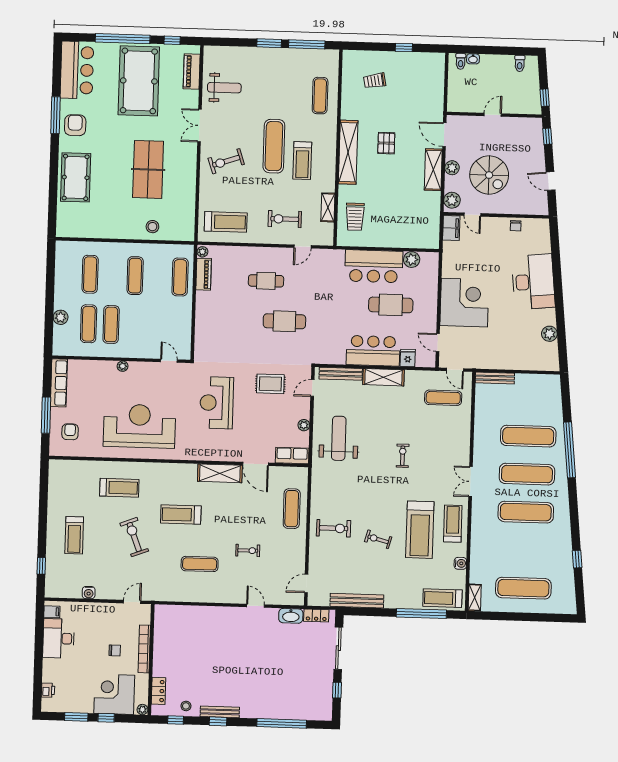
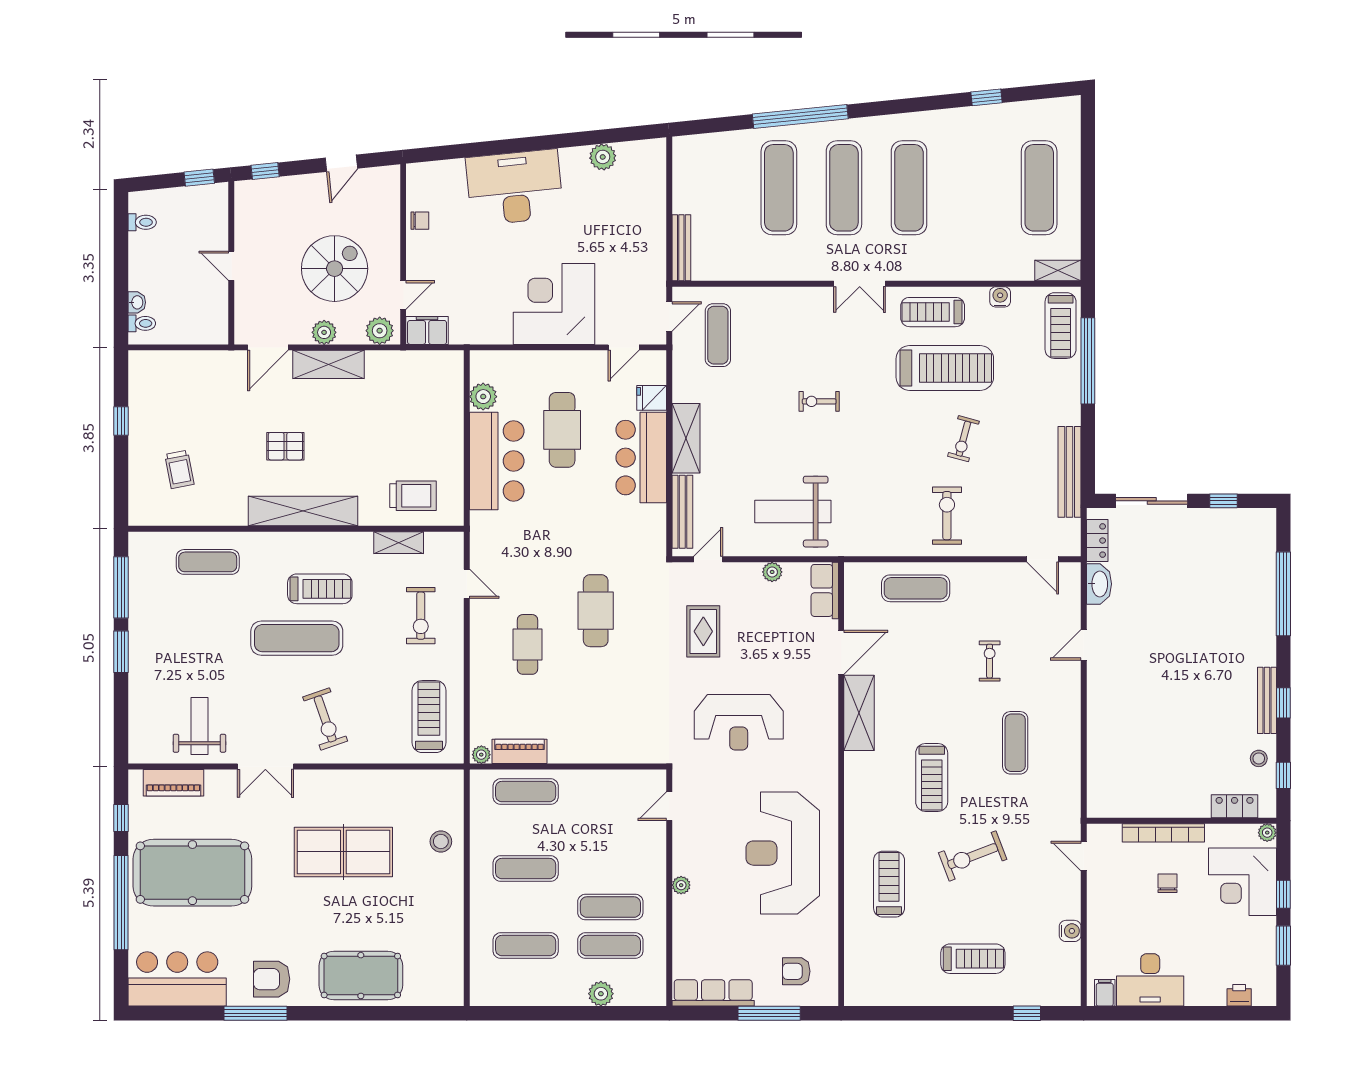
door: (312, 388) -> (708, 559), swing flipped

